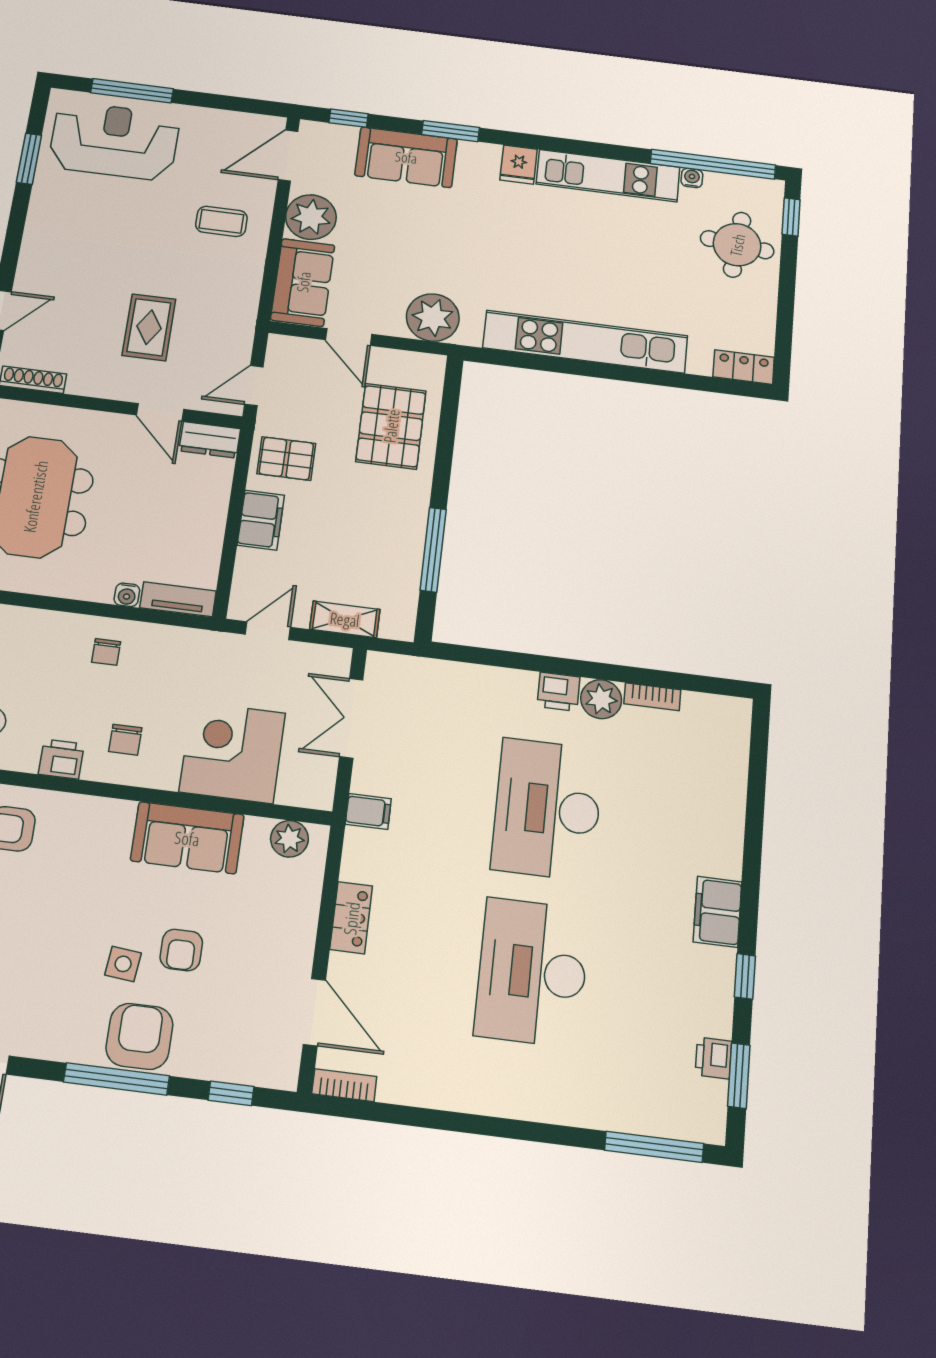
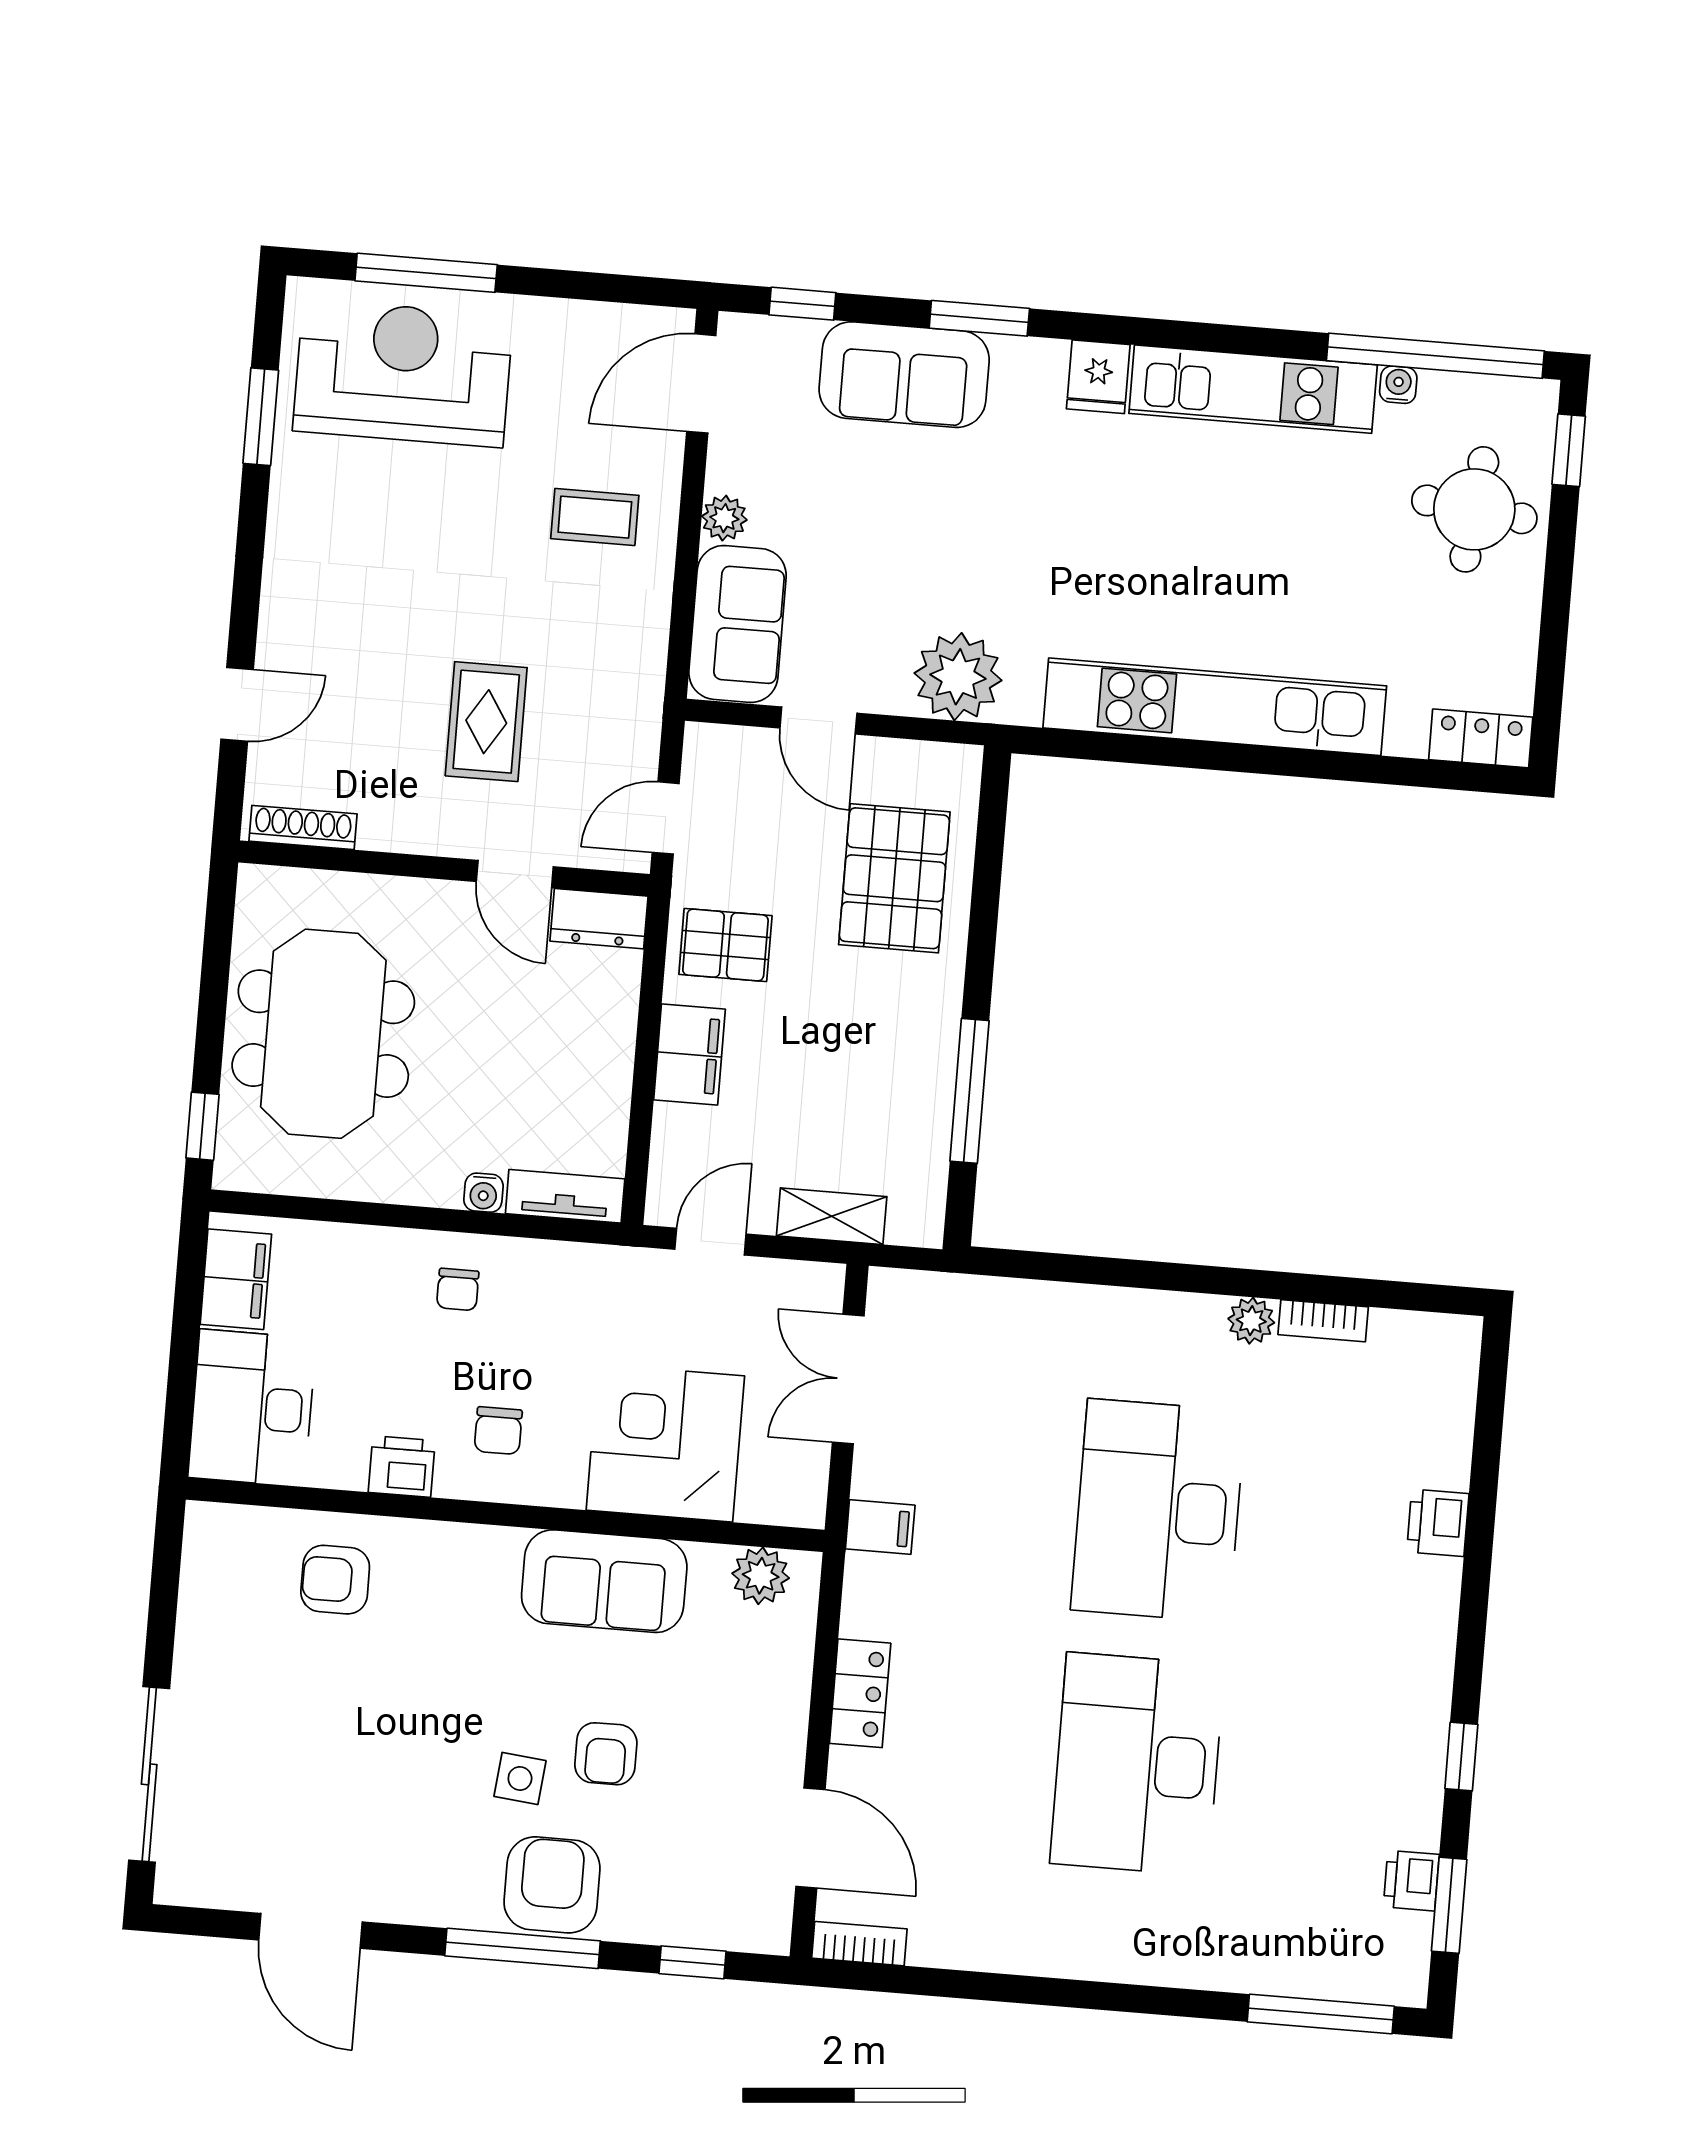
plant: (311, 217) -> (724, 518), width x0.53, depth x0.53
printer: (558, 692) -> (1438, 1523), moved, turned 90
plant: (601, 699) -> (1251, 1321), width x0.73, depth x0.73
filing cabinet: (717, 912) -> (1421, 1659), removed

